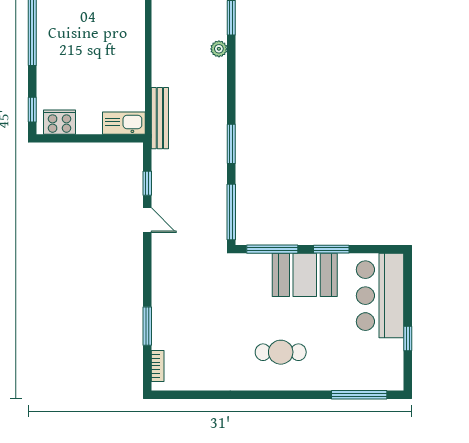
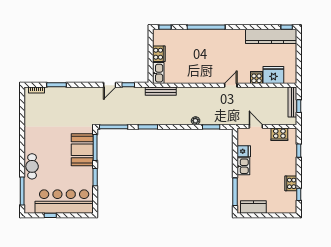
cooker: (60, 122) -> (159, 54), moved
booth: (305, 275) -> (82, 150), moved
bar counter: (380, 296) -> (64, 202), width x1.36
cafe table: (281, 352) -> (32, 166), moved

